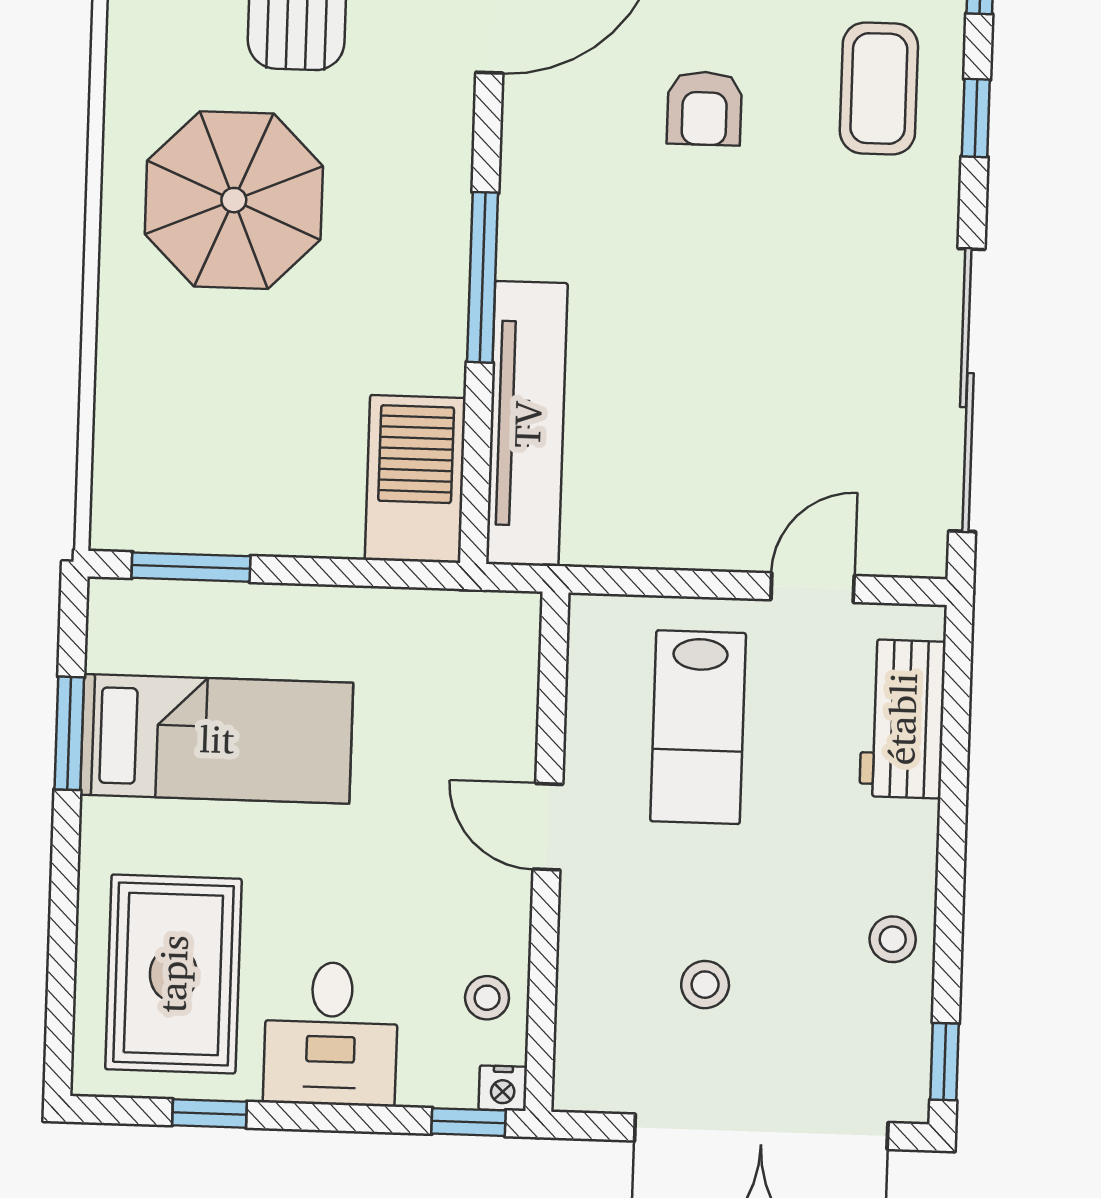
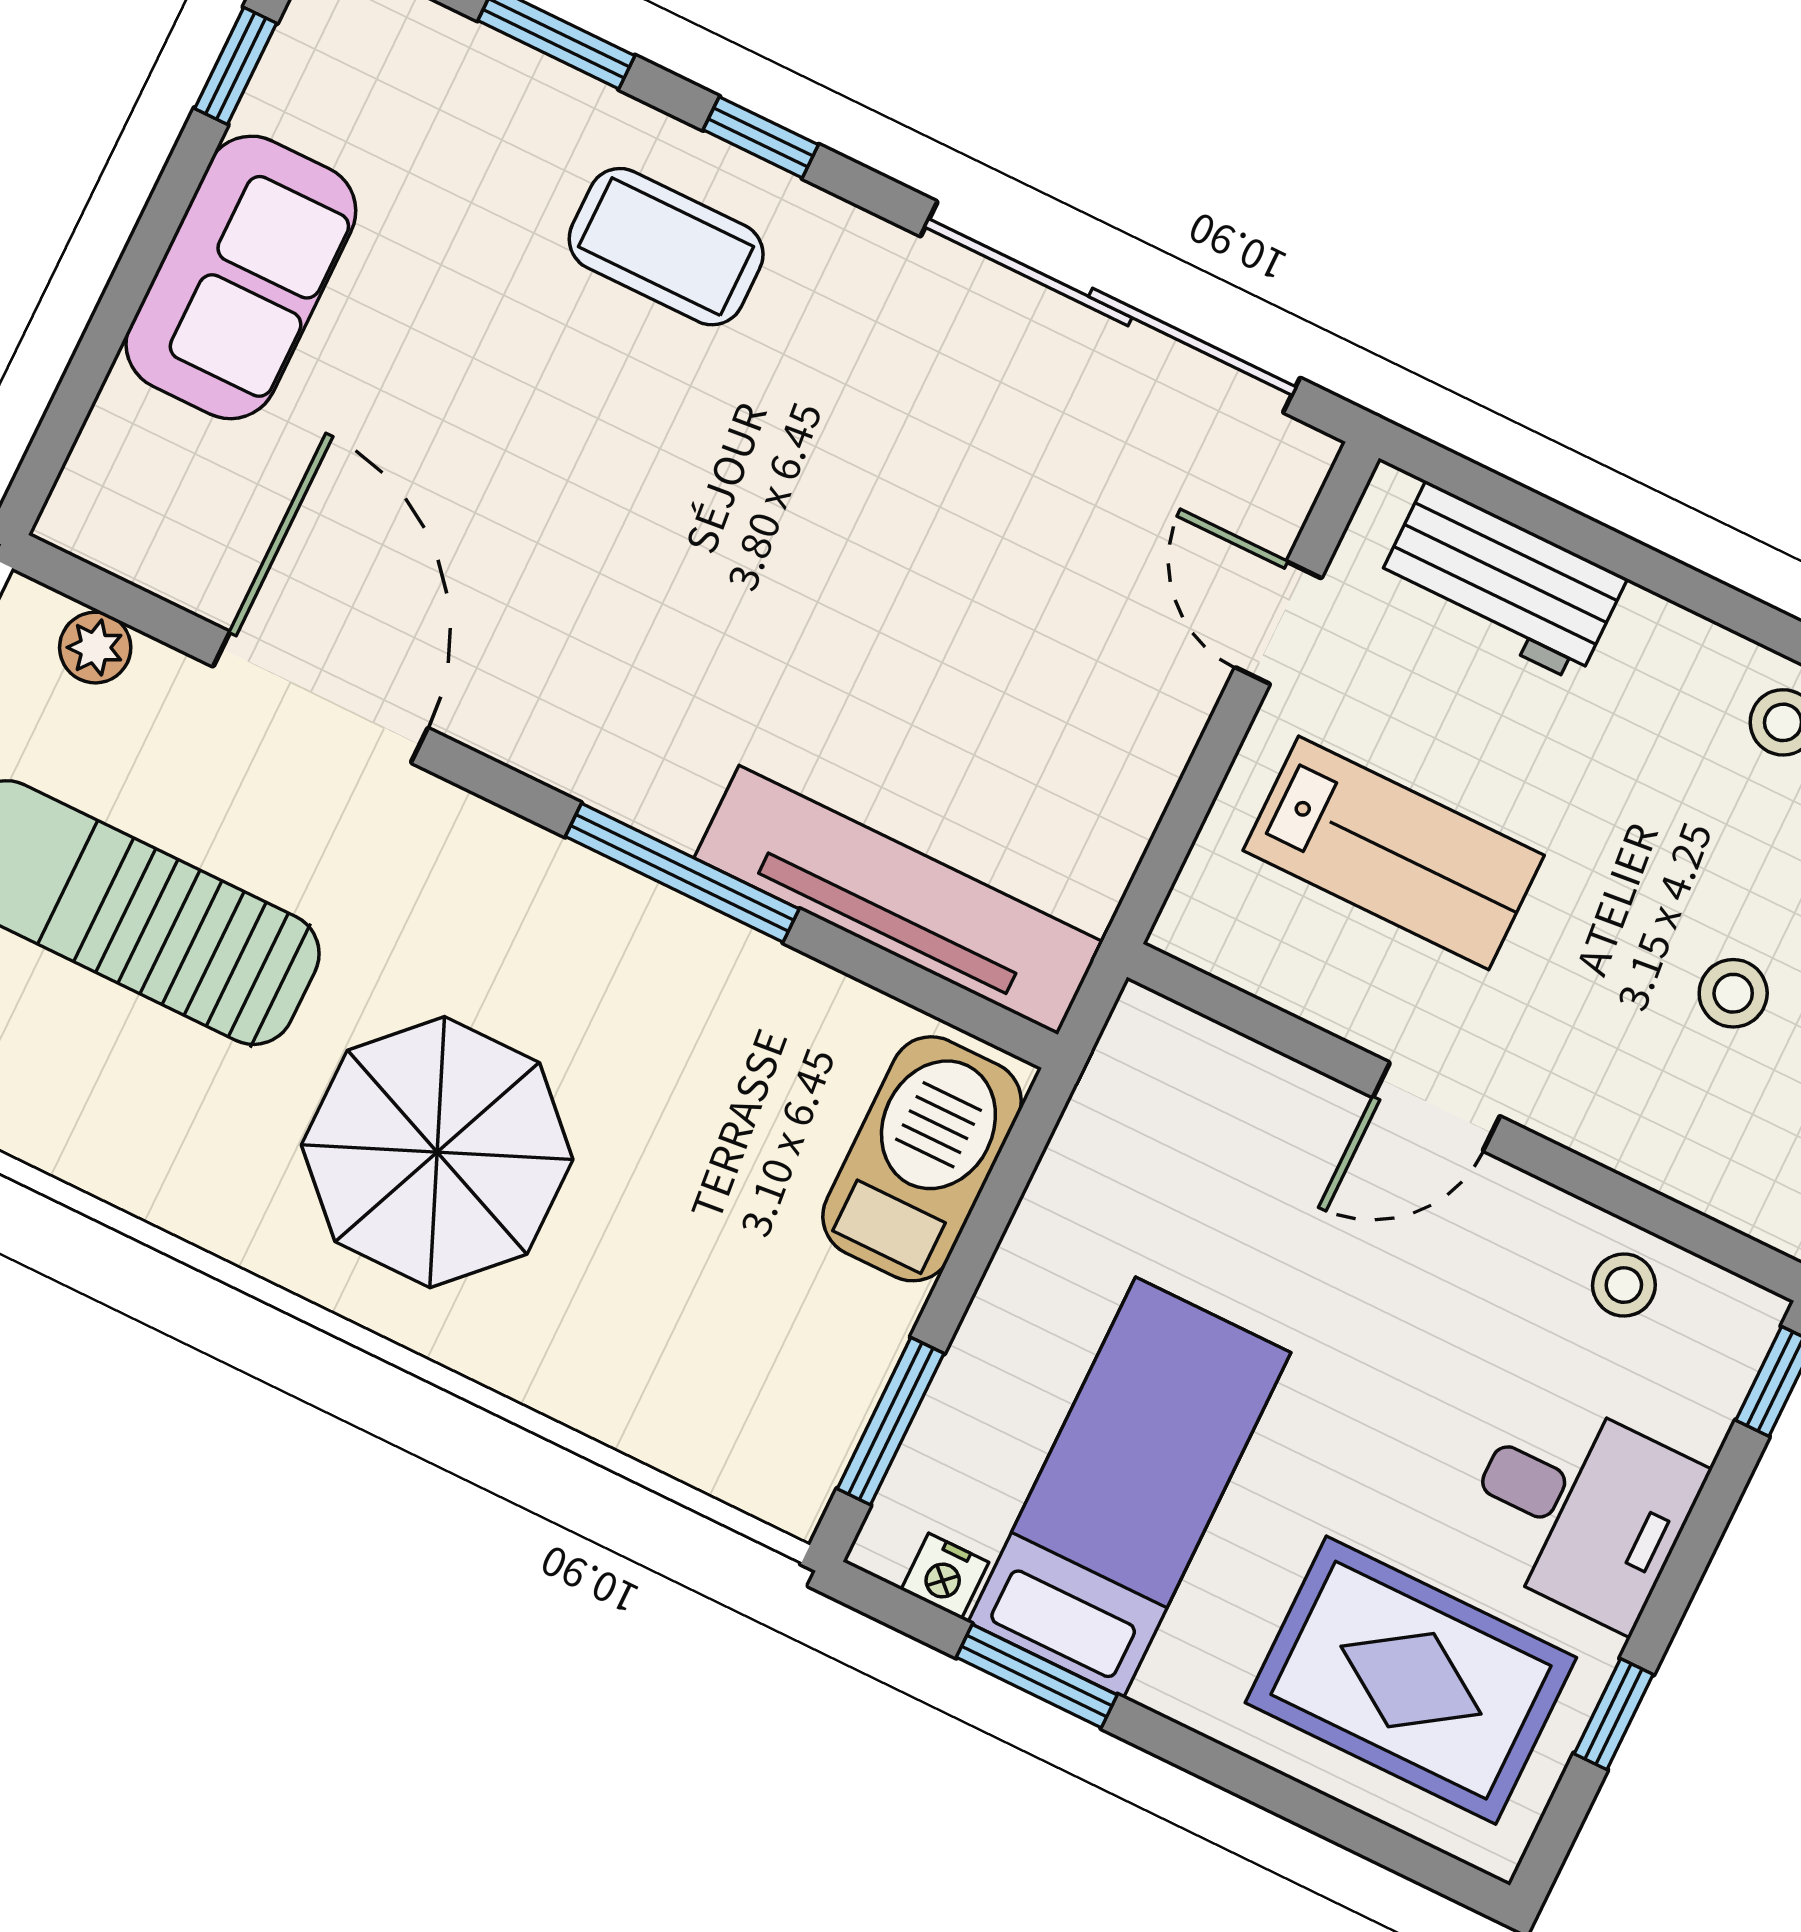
armchair: (704, 108) -> (591, 485), removed
barbecue: (415, 479) -> (922, 1159), moved, turned 90
nightstand: (503, 1088) -> (945, 1576), moved, turned 90

